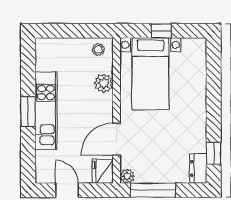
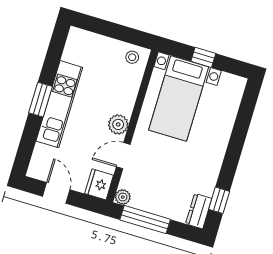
plant: (104, 83) -> (118, 124), moved
door: (116, 139) -> (123, 156), width x0.73

